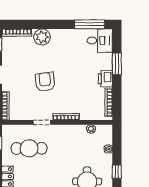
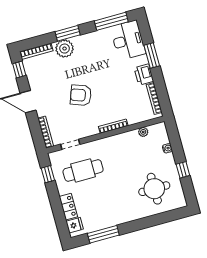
window: (48, 24) -> (68, 33), added
desk: (100, 41) -> (128, 40), width x1.37
armchair: (45, 82) -> (81, 95), turned -63
doorway: (42, 122) -> (70, 144), moved

